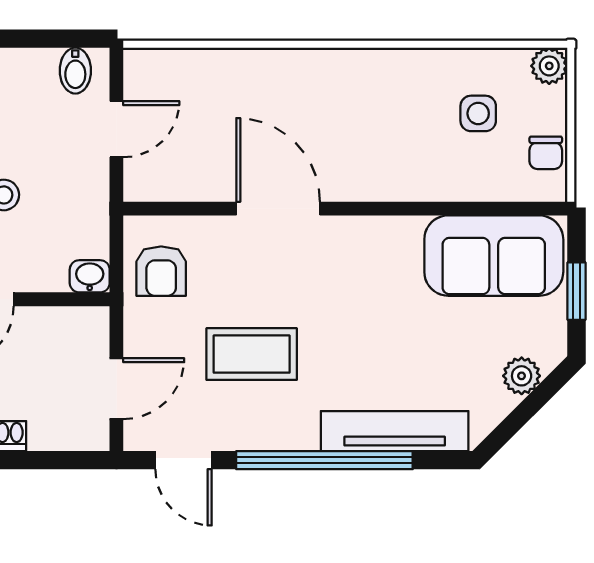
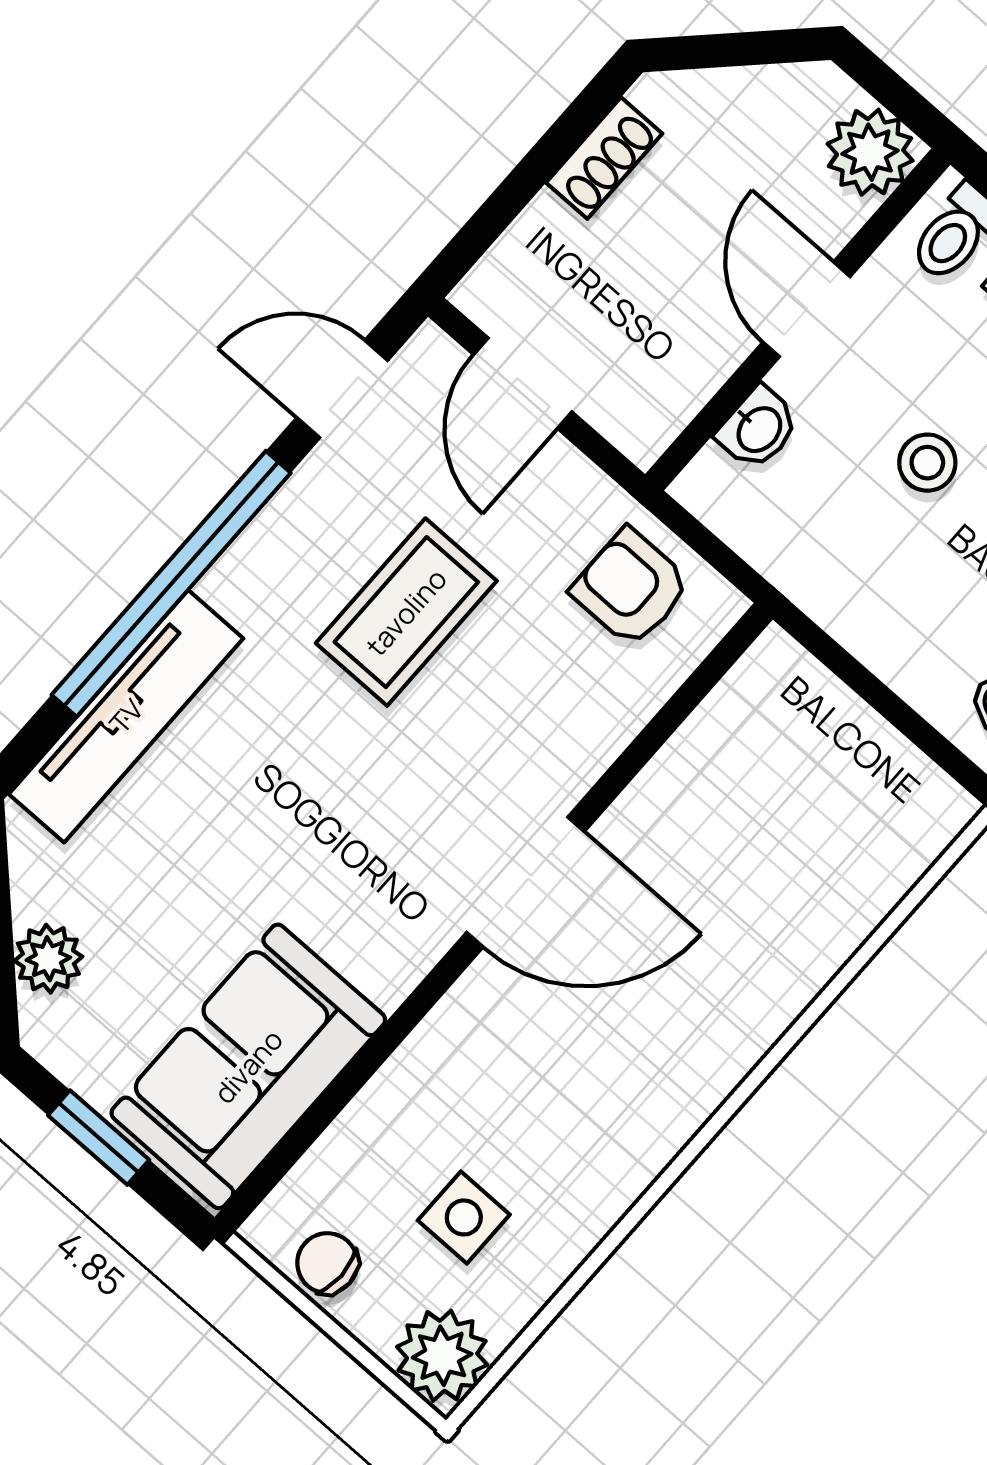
plant: (549, 66) -> (442, 1356), width x1.38, depth x1.38
door: (116, 129) -> (881, 698), removed
door: (278, 209) -> (526, 882), moved
washbasin: (90, 276) -> (758, 428), moved

